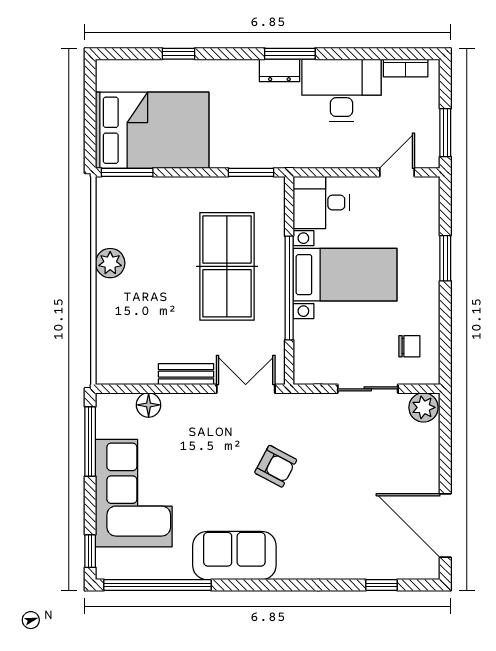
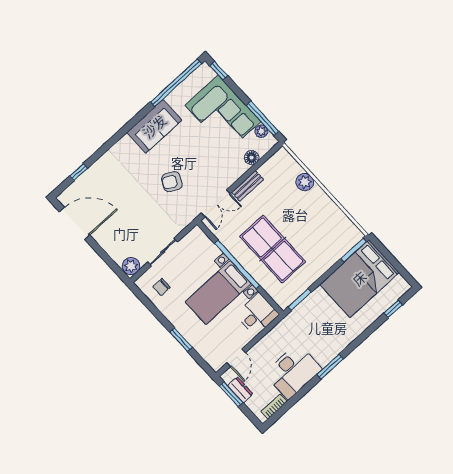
window: (179, 54) -> (393, 309), moved
dresser: (279, 70) -> (240, 390), moved, turned 90
plant: (110, 263) -> (305, 182), moved
plant: (106, 427) -> (261, 131), added

